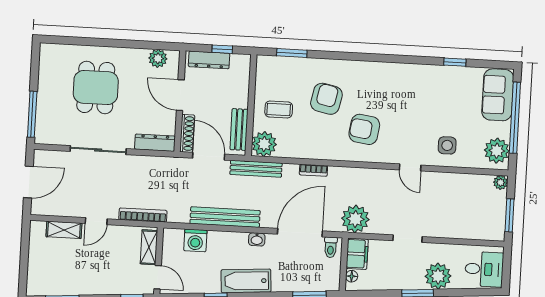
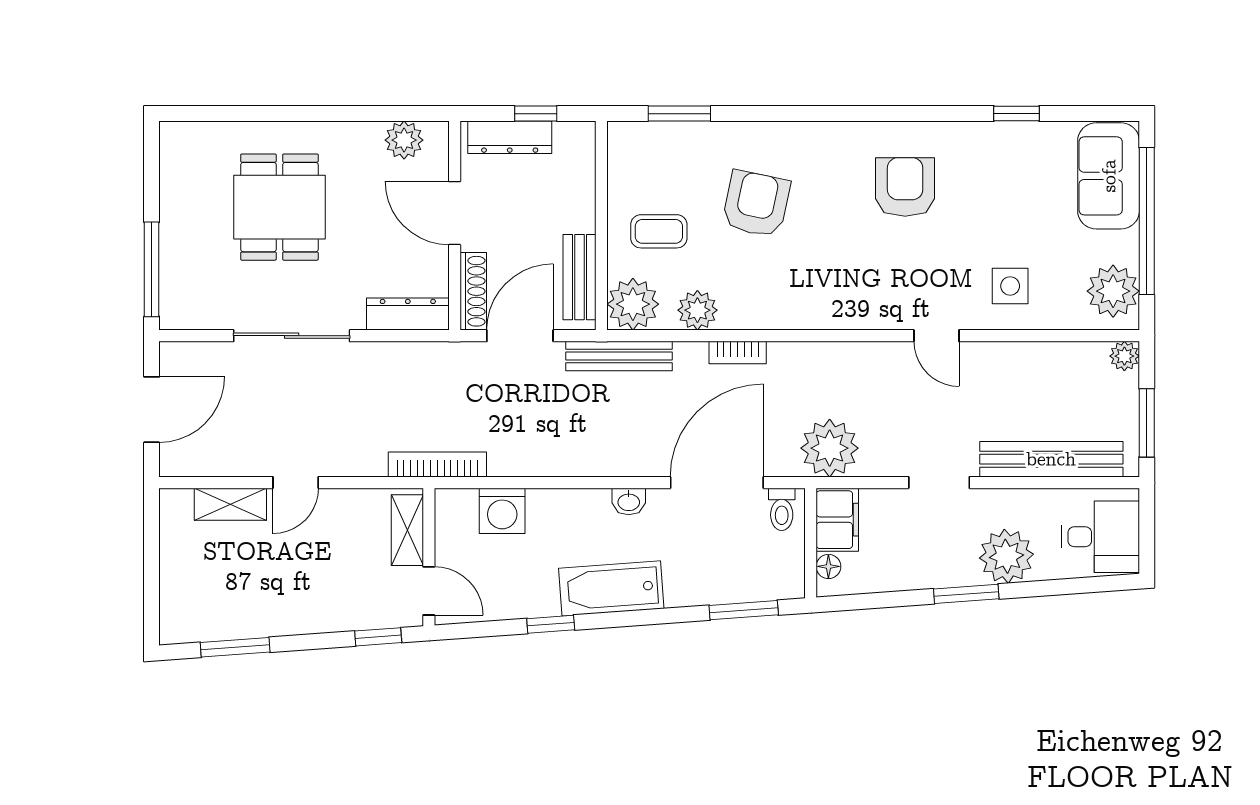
armchair: (364, 129) -> (905, 187), moved, turned 82
plant: (295, 149) -> (697, 310), added
door: (209, 156) -> (520, 336), hinge flipped
bookcase: (143, 215) -> (437, 464), moved
bench: (225, 217) -> (1051, 459), moved

